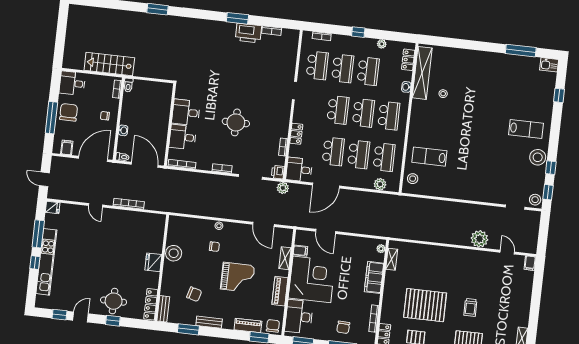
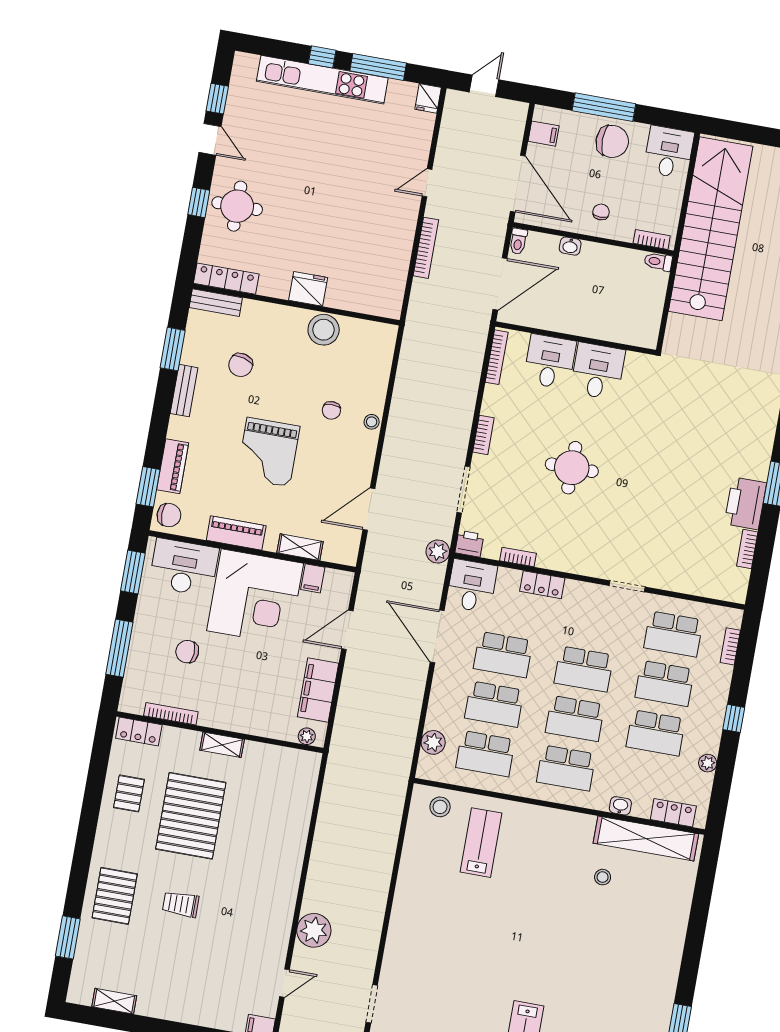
stairs: (109, 64) -> (711, 229), width x1.86, depth x1.51
shelving: (392, 259) -> (222, 745), moved
filing cabinet: (374, 277) -> (318, 690), moved, turned -90
chair: (343, 327) -> (187, 652), moved

